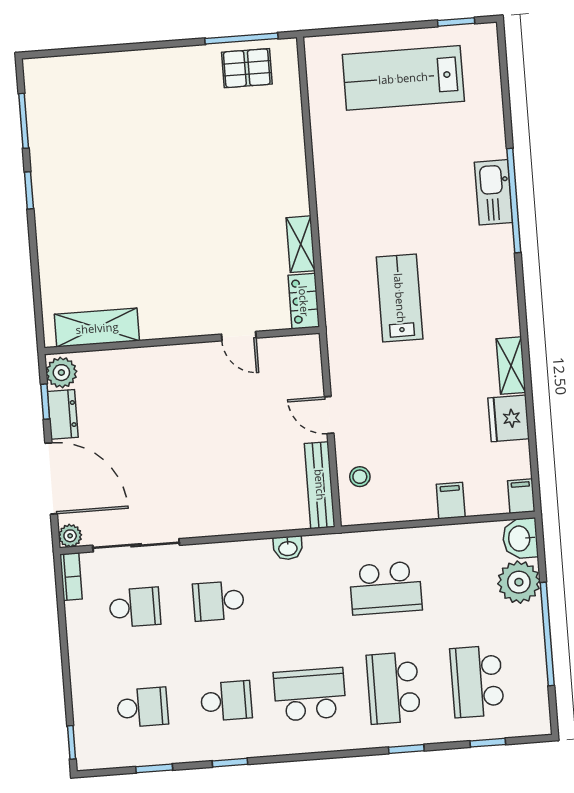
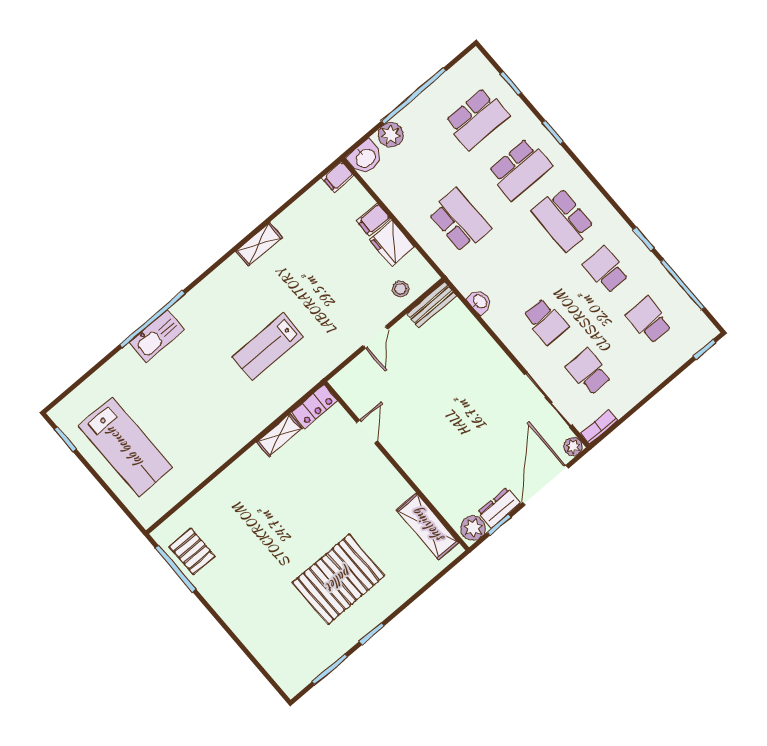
pallet: (109, 197) -> (339, 579), added
fridge: (509, 418) -> (392, 243), moved, turned 90
bench: (320, 485) -> (432, 305), width x0.73
plant: (519, 582) -> (391, 135), width x0.73, depth x0.73
window: (154, 768) -> (683, 284), width x2.17

